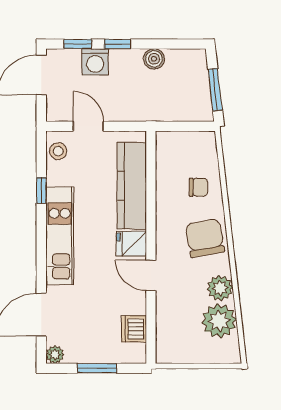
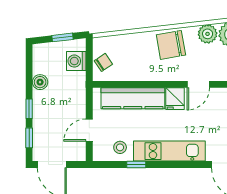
washing machine: (95, 62) -> (76, 61), moved, turned 180
window: (215, 90) -> (63, 37), width x0.67
stool: (58, 151) -> (120, 147), moved
chair: (198, 187) -> (103, 62), moved, turned 56

